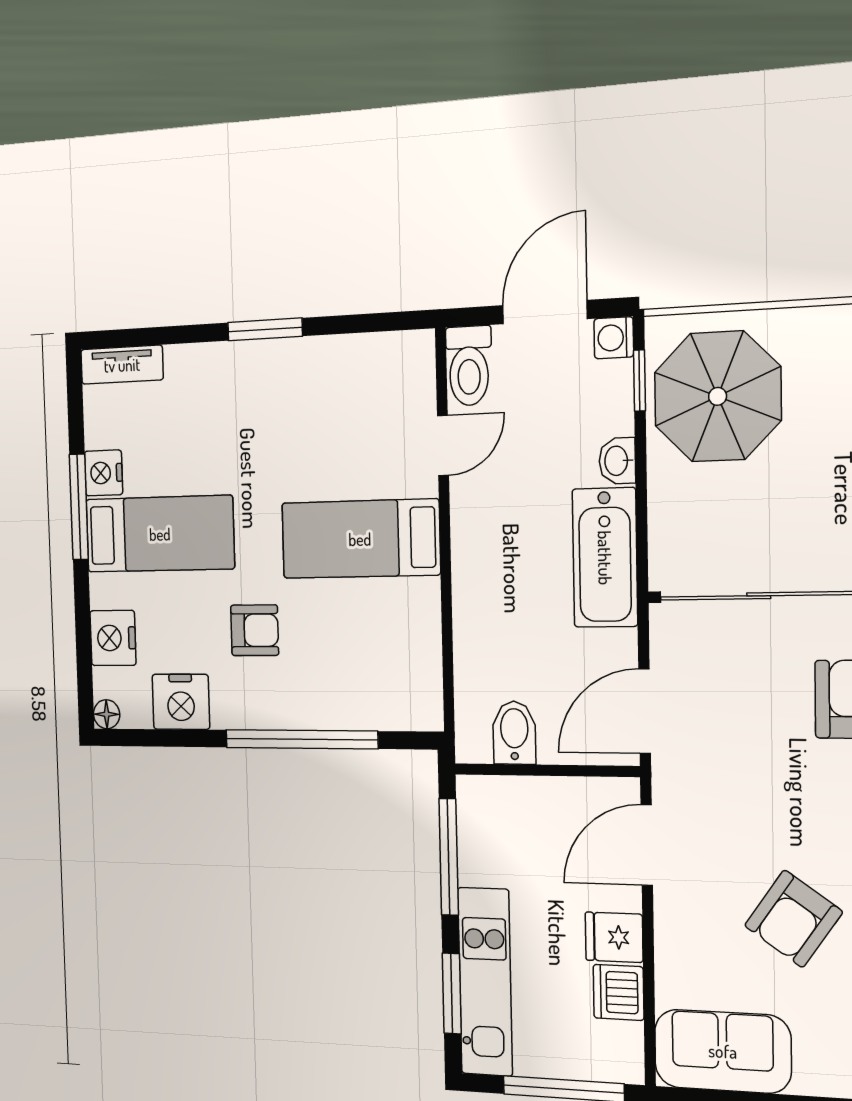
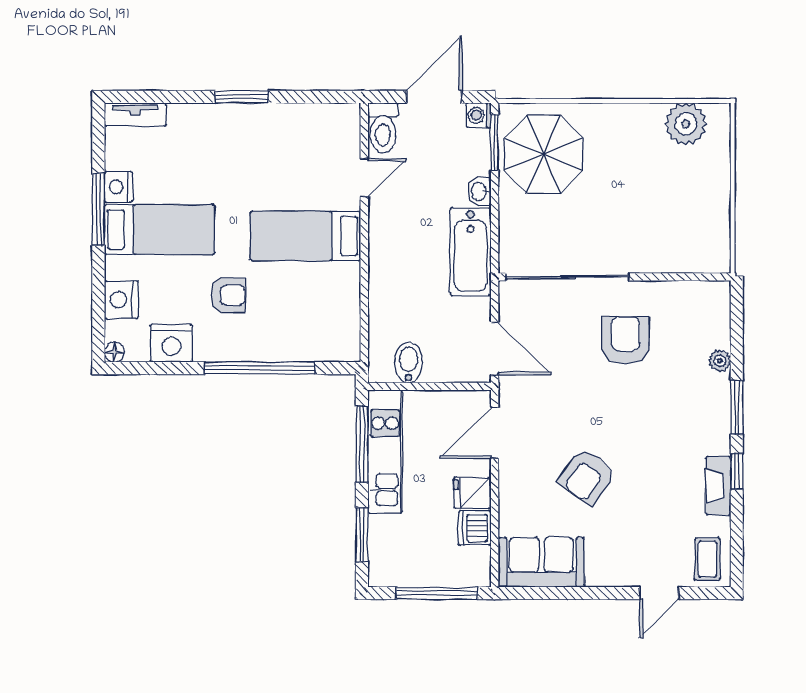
window: (640, 381) -> (495, 142), width x1.50
door: (645, 711) -> (495, 348), swing flipped
kitchen unit: (485, 982) -> (385, 452), moved

